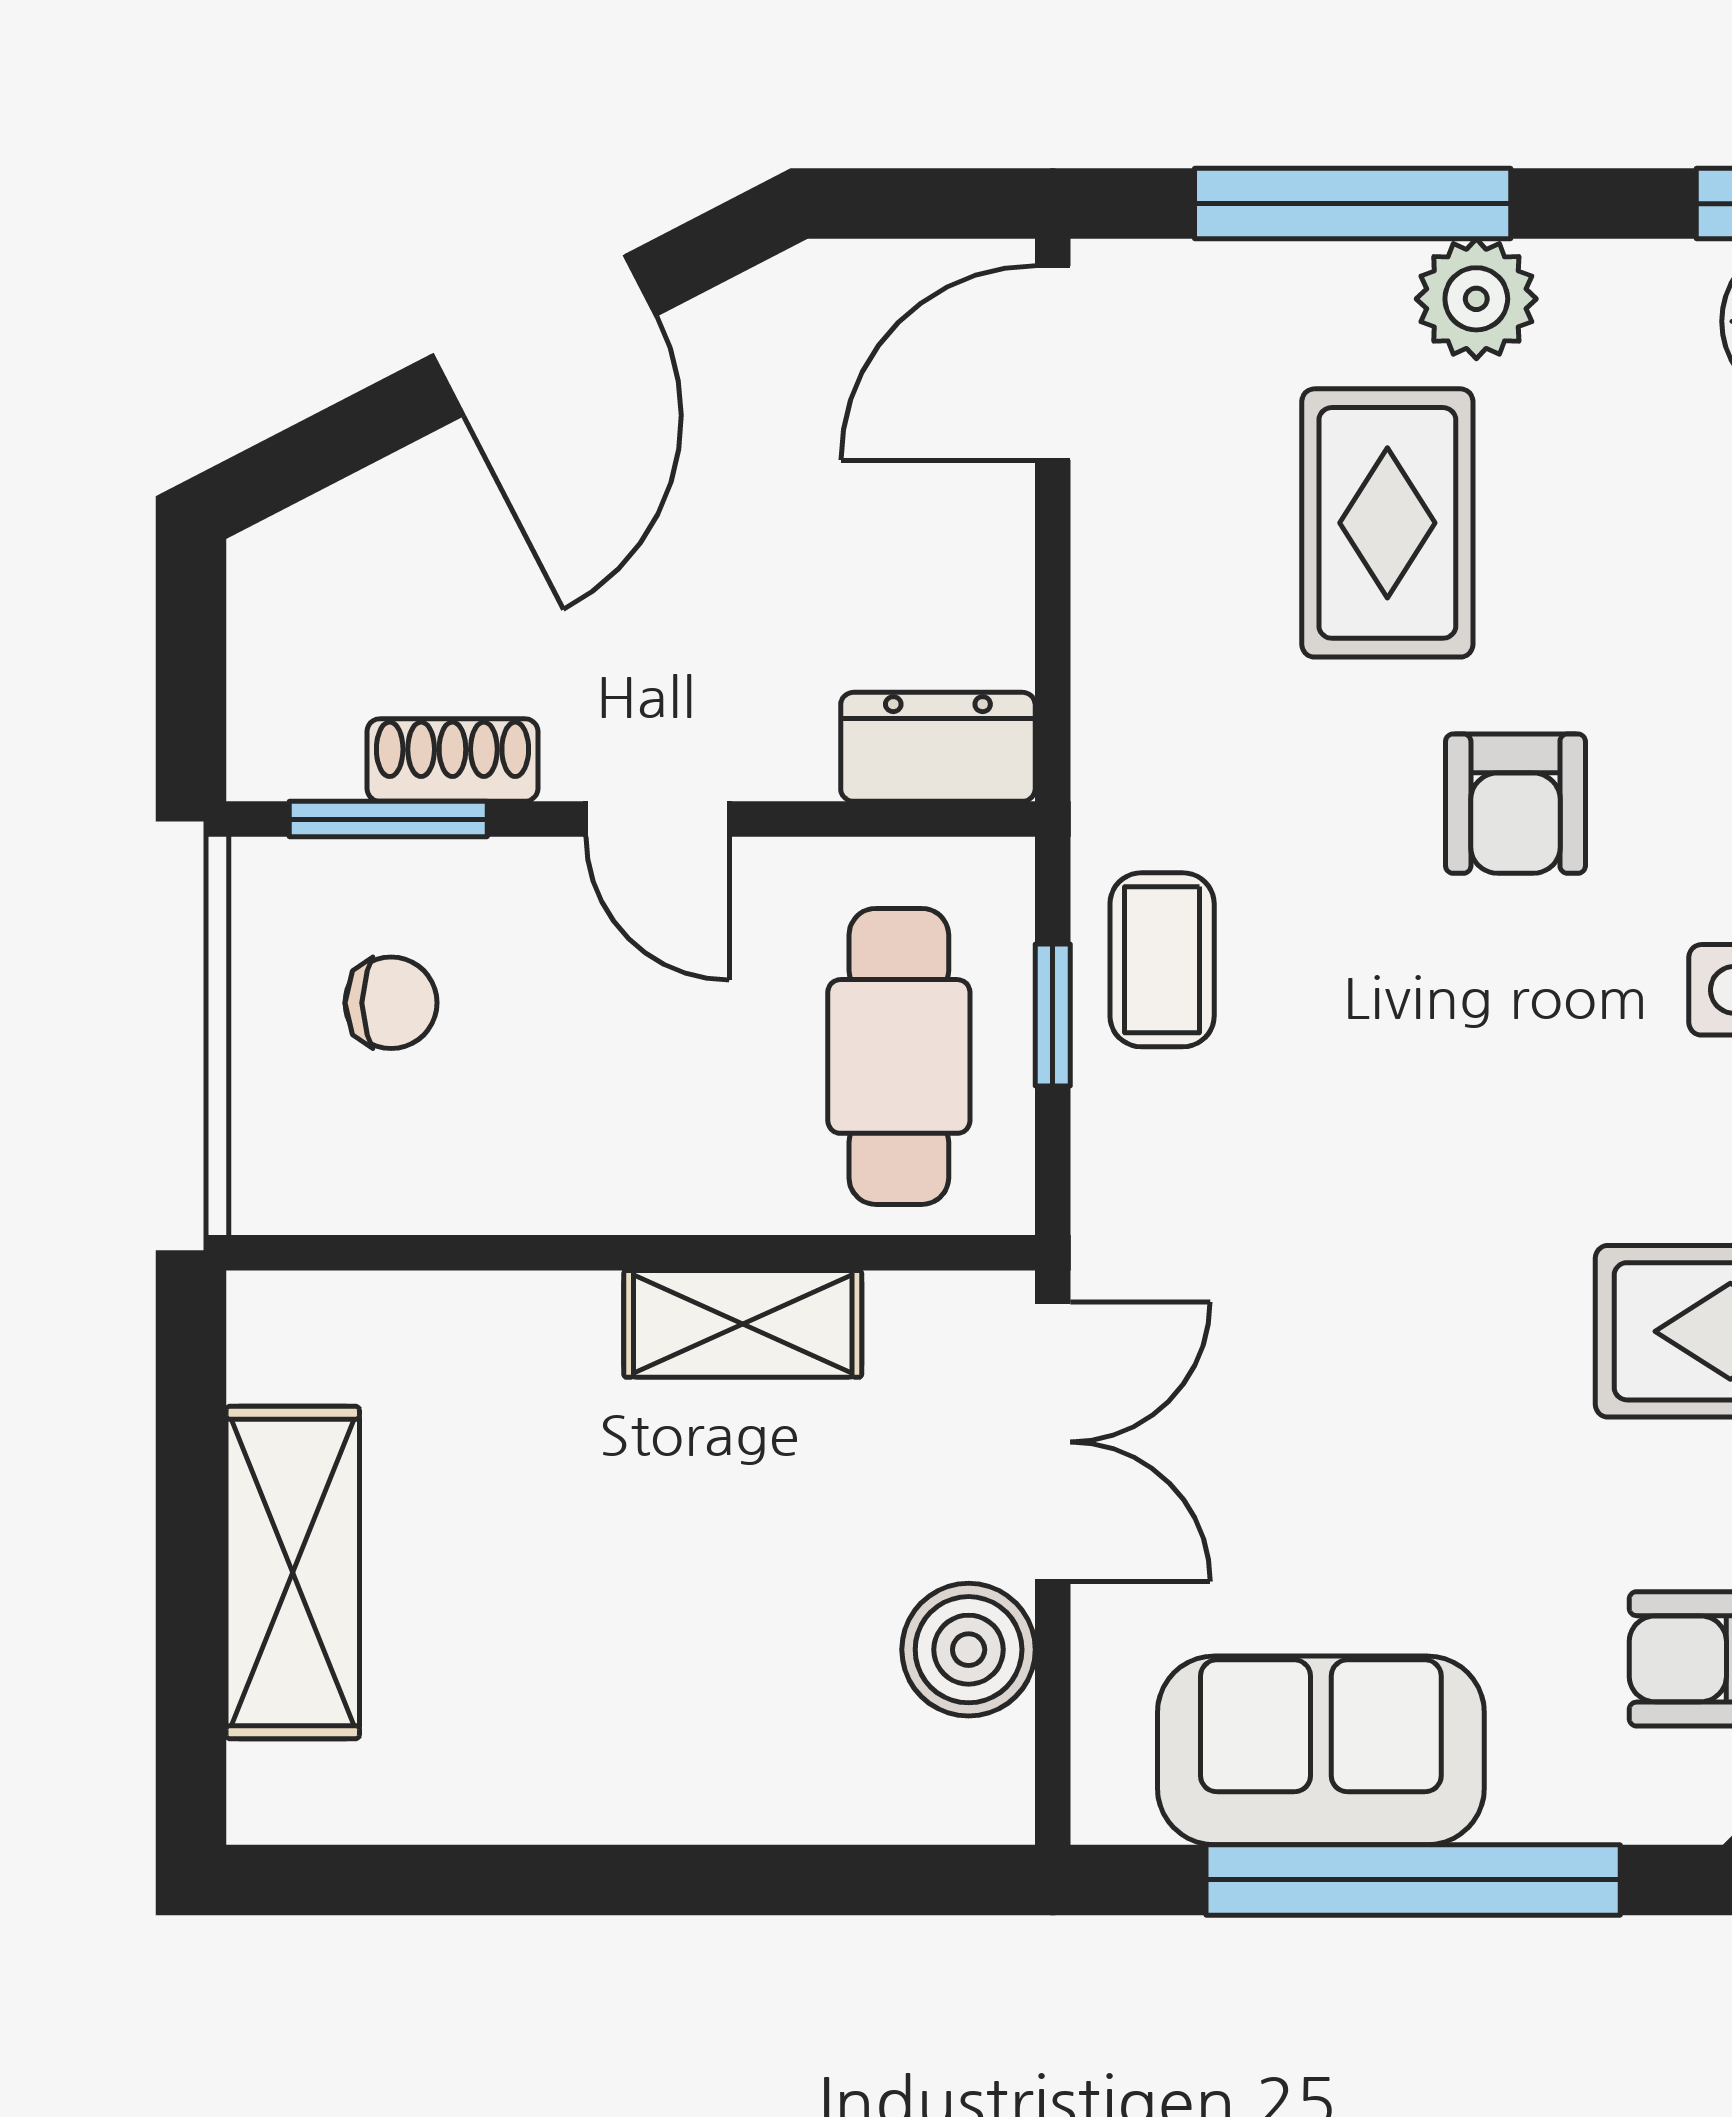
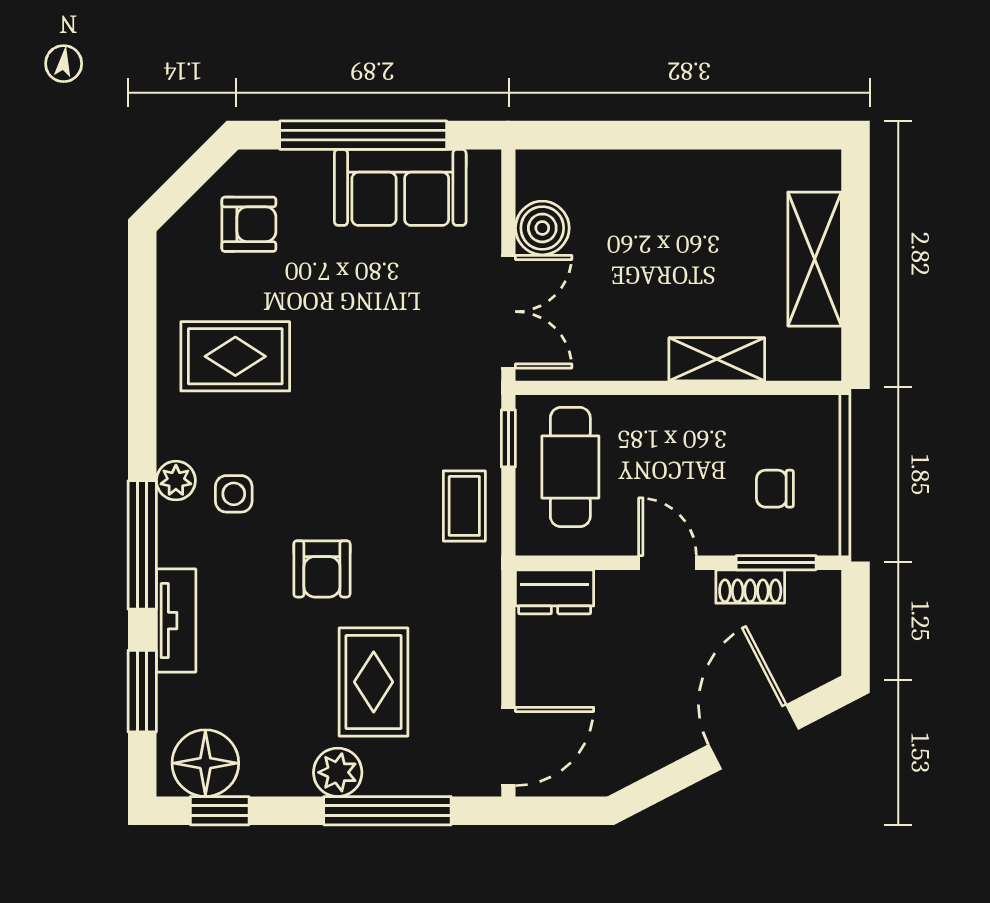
door: (544, 335) -> (754, 737), moved
armchair: (1515, 804) -> (322, 569), turned 180
window: (1053, 1015) -> (508, 438), moved
shelving: (743, 1324) -> (717, 359), moved
double door: (1053, 1442) -> (508, 312), swing flipped

